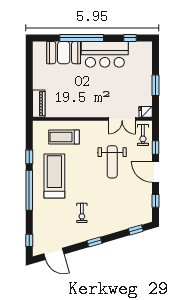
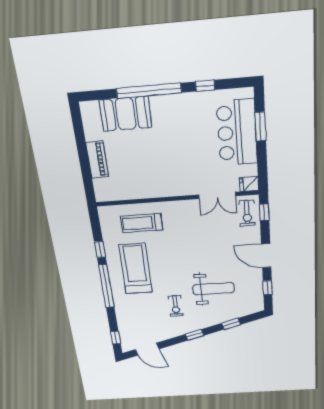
window: (130, 38) -> (205, 86), moved
bar counter: (105, 54) -> (237, 133), moved, turned 90
window: (156, 85) -> (260, 127), moved
piano: (39, 104) -> (97, 160), moved
window: (156, 147) -> (264, 212), moved
weight bench: (112, 162) -> (214, 289), moved, turned -90
window: (136, 230) -> (231, 324), moved

